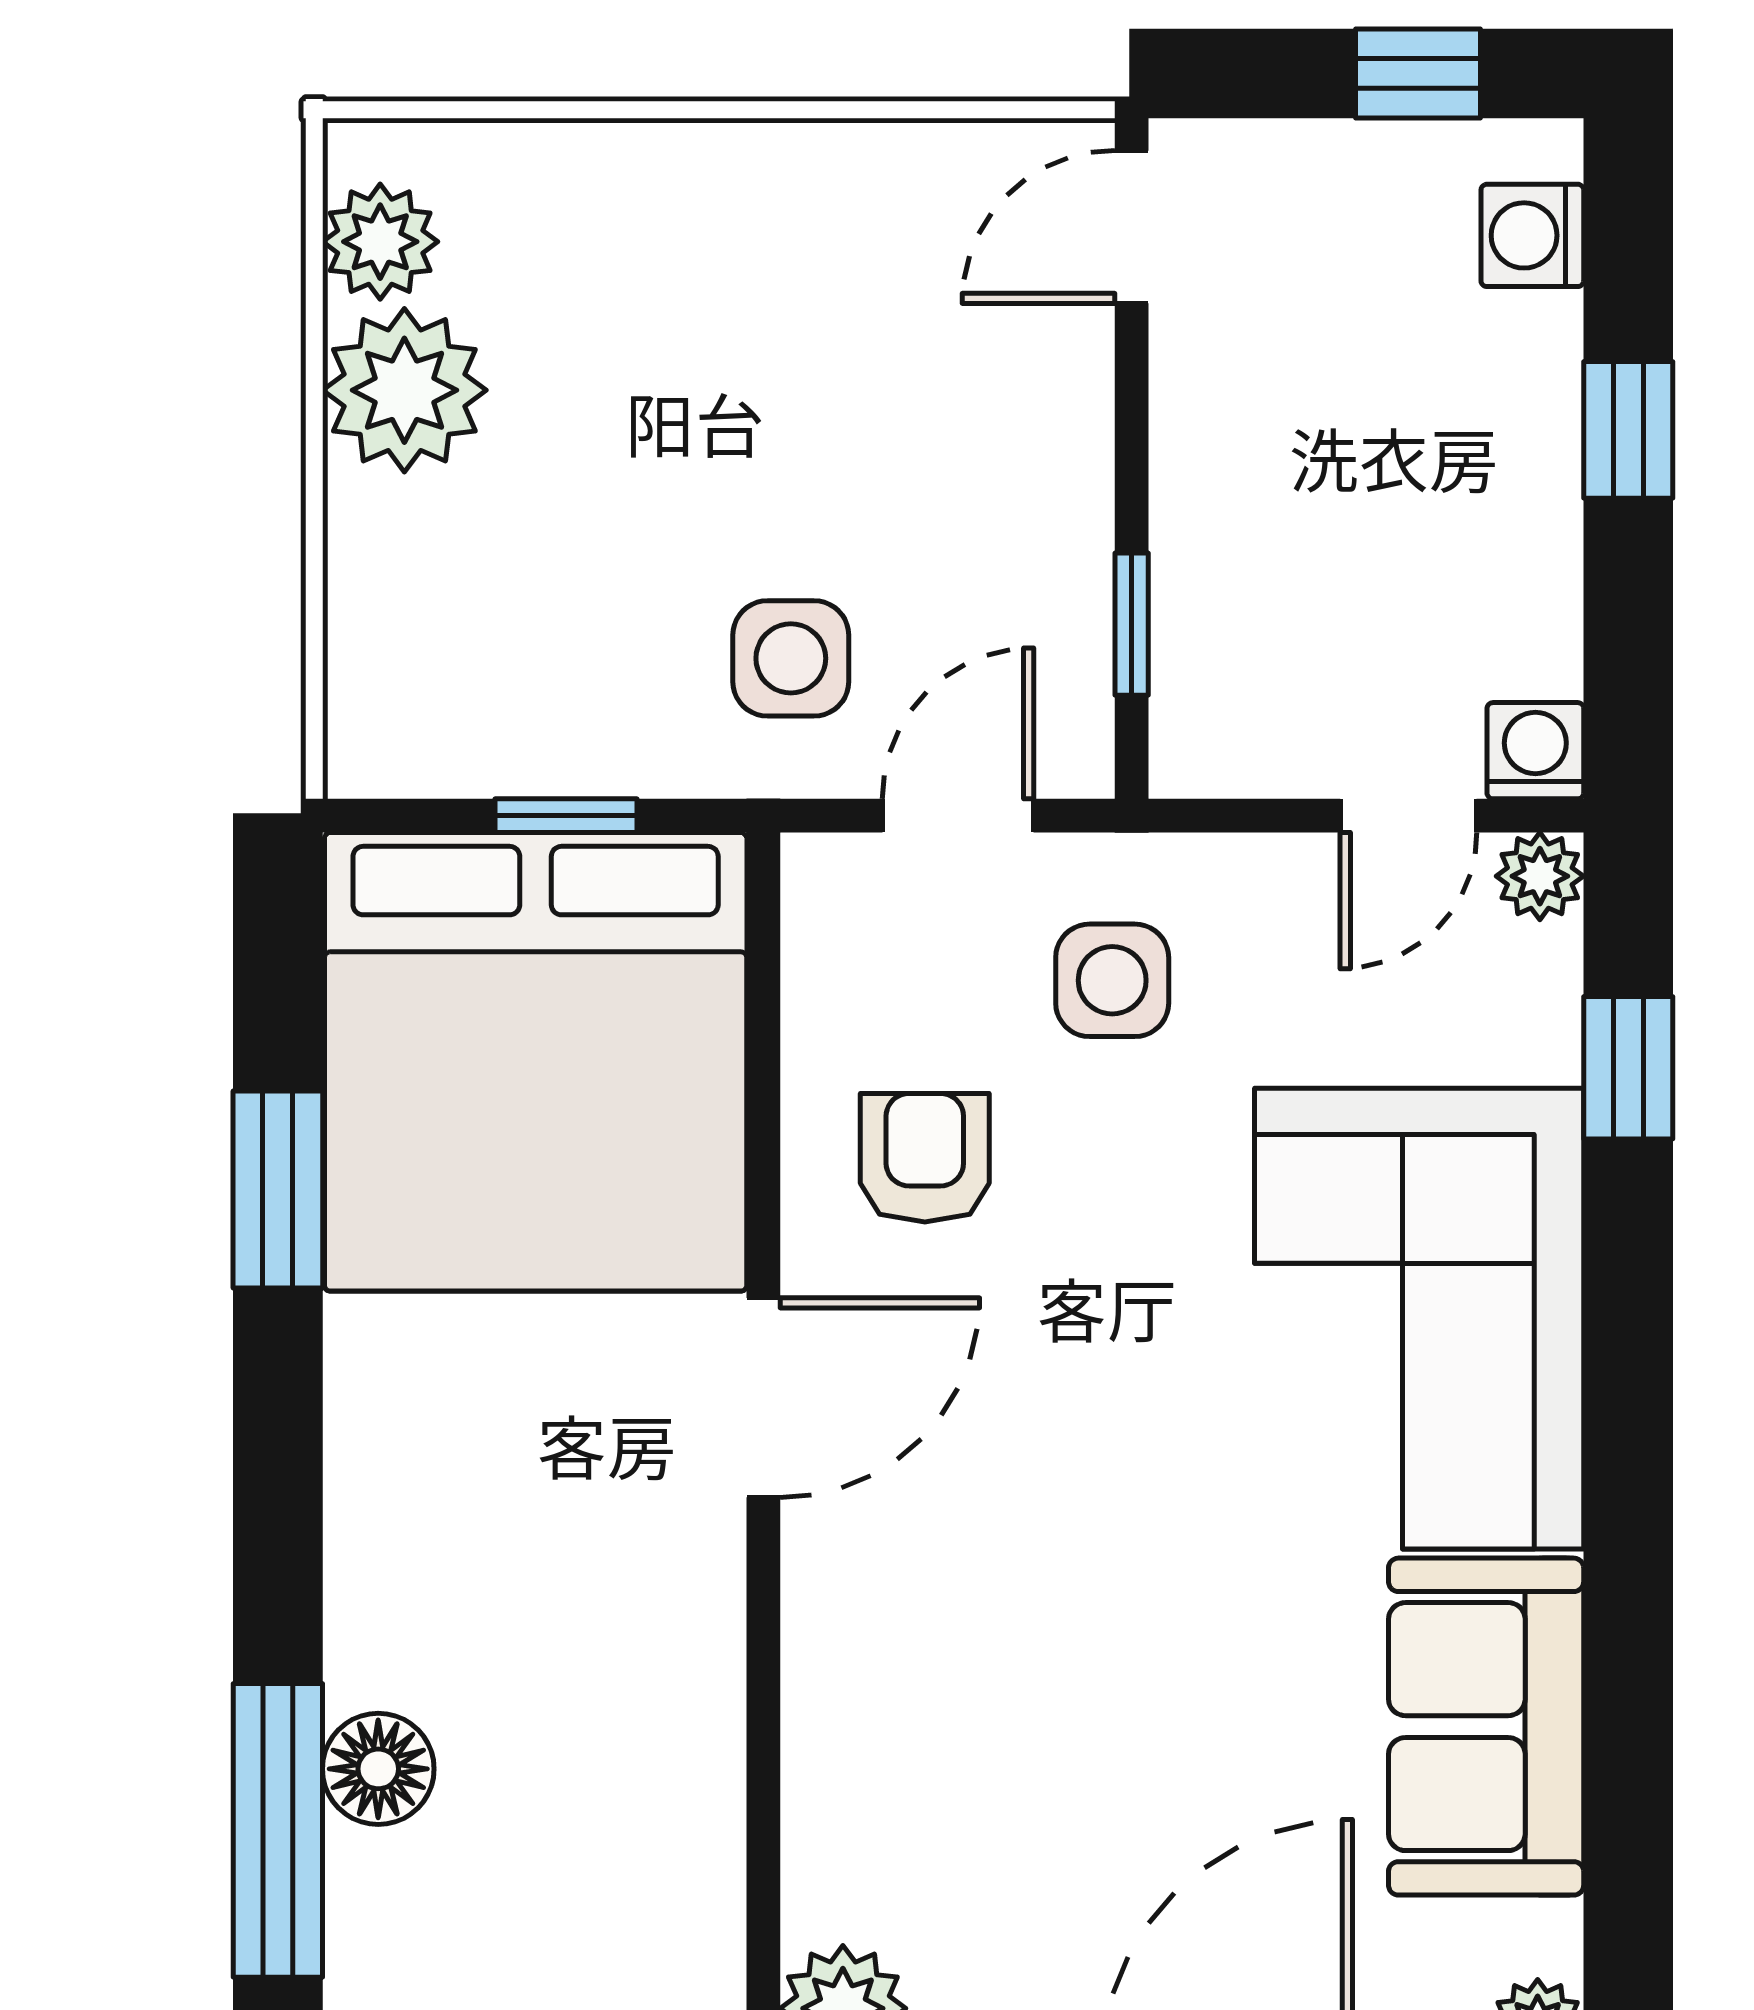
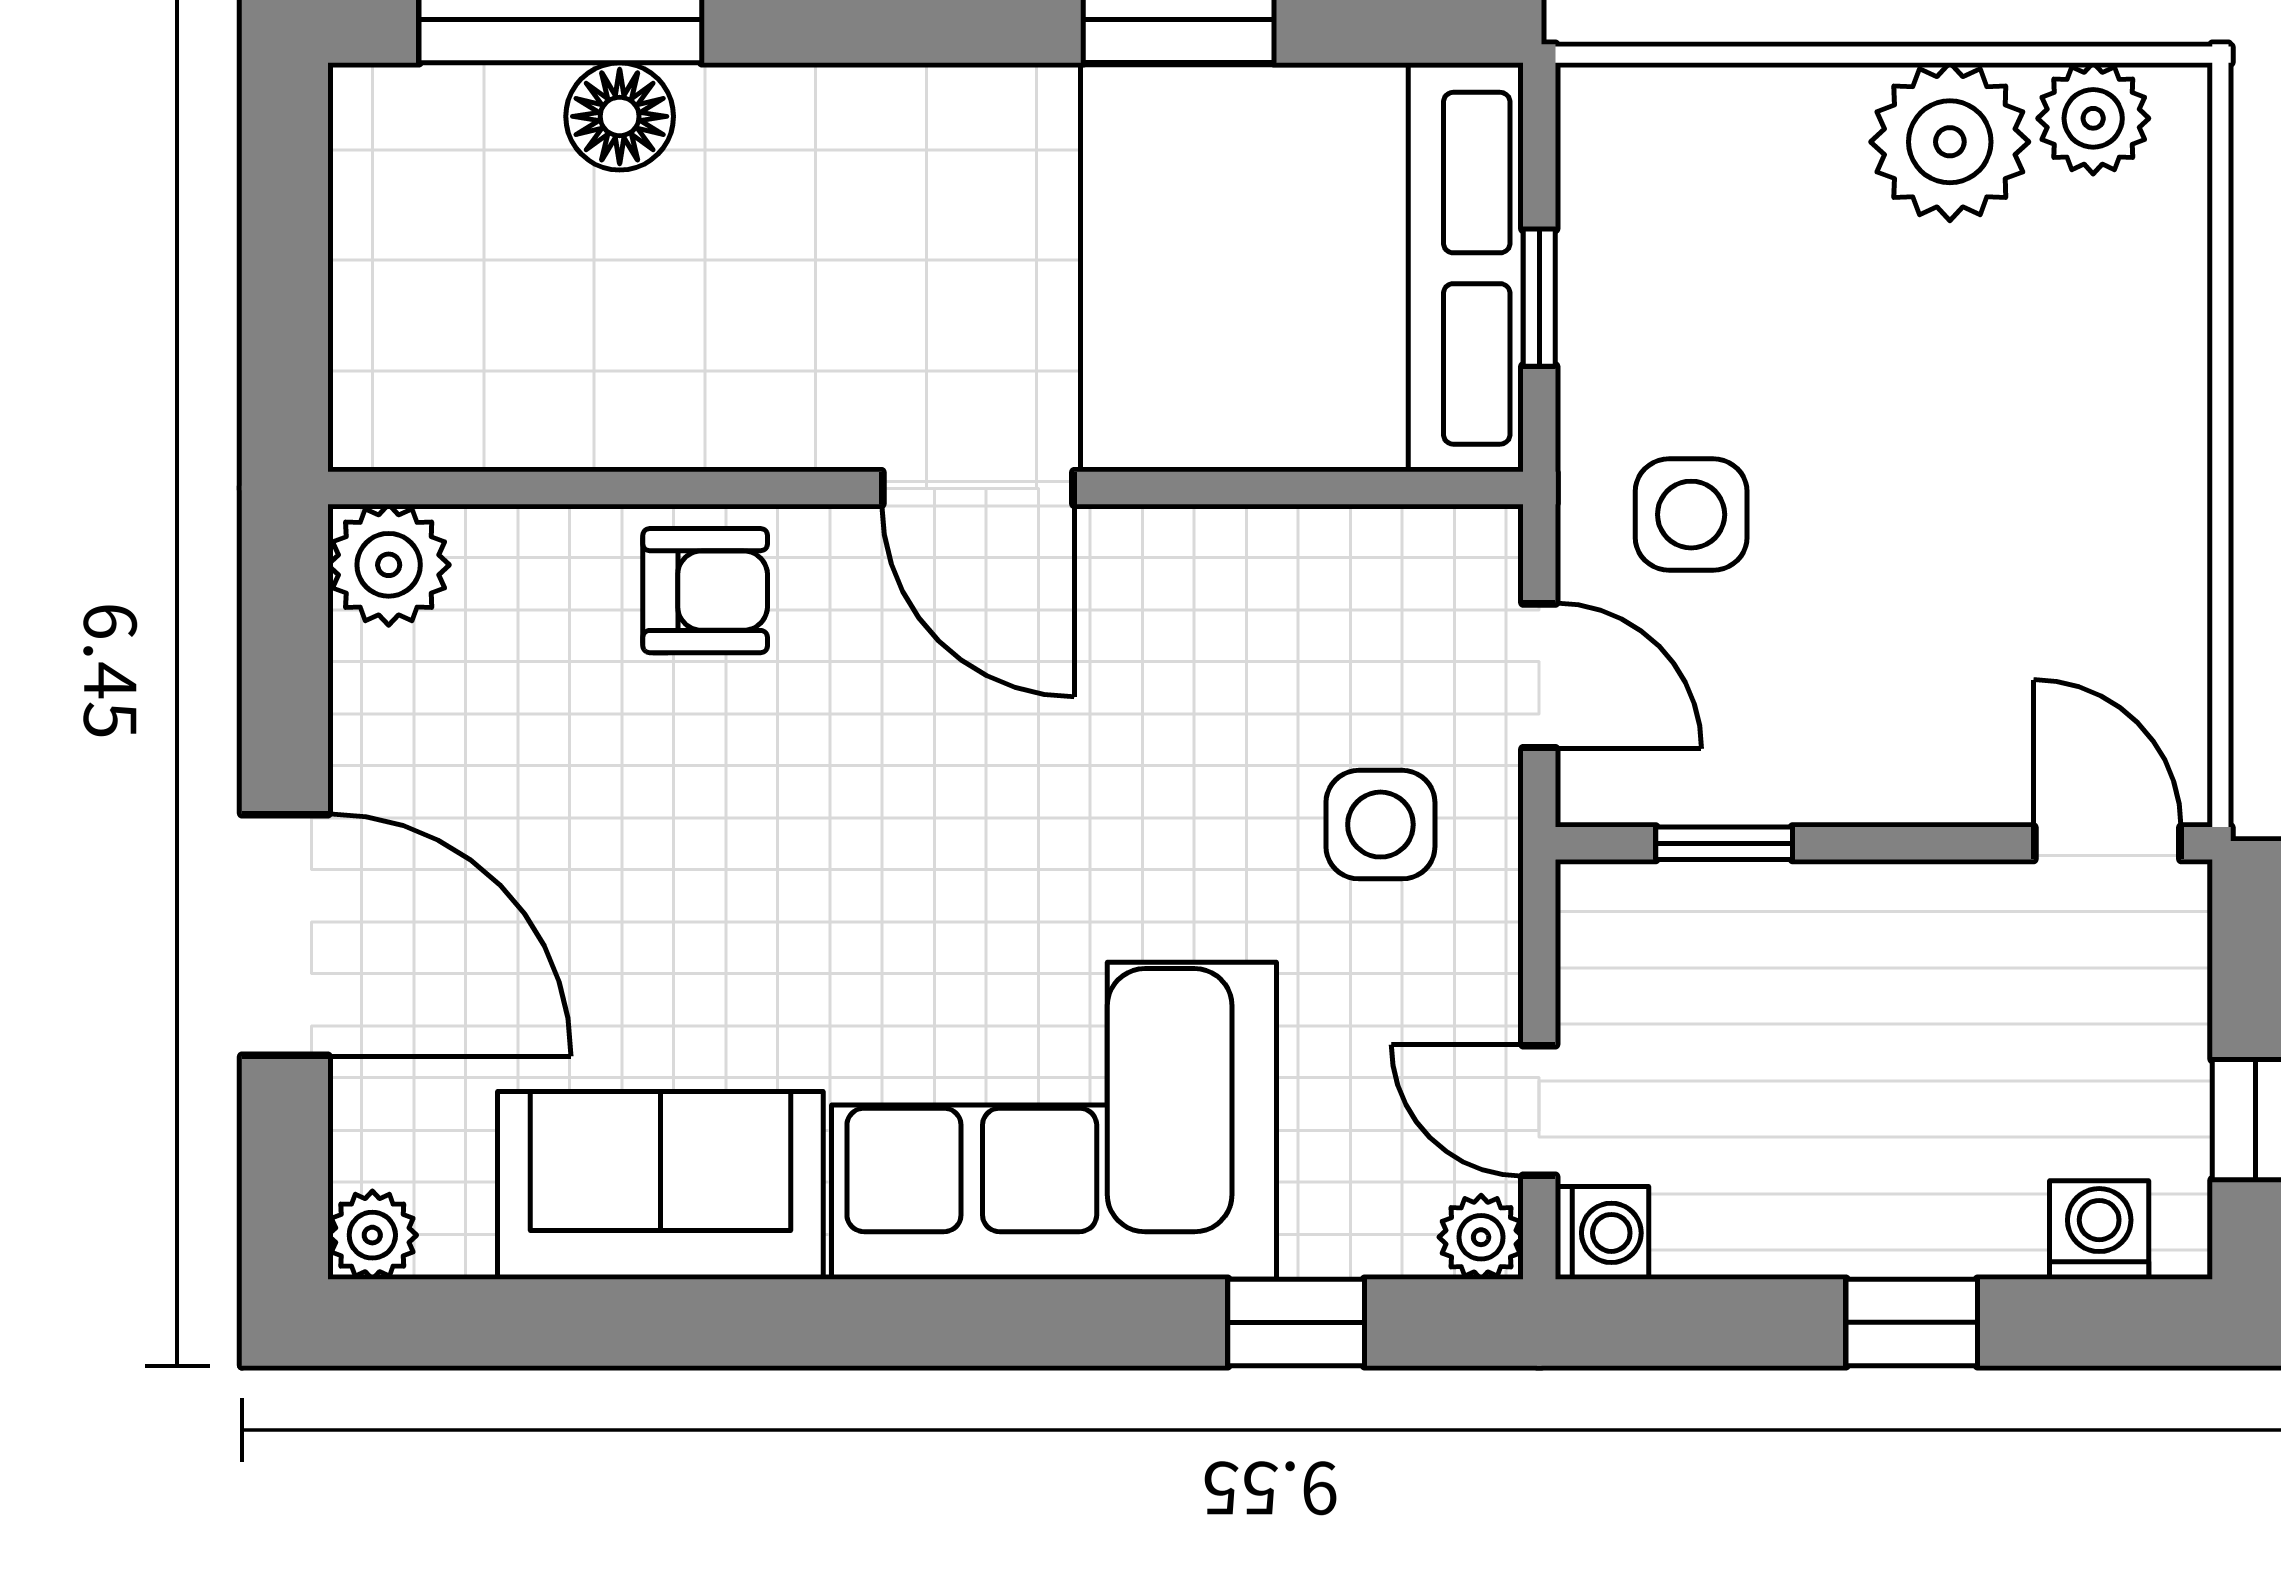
armchair: (925, 1158) -> (705, 591), moved

